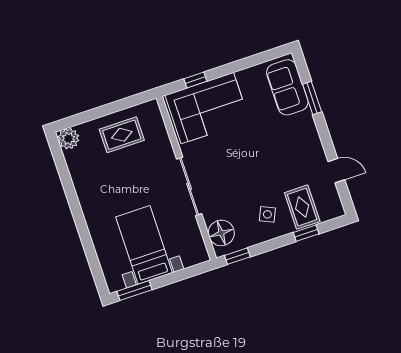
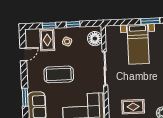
coffee table: (266, 154) -> (59, 74), added
door: (336, 171) -> (23, 54), swing flipped
window: (237, 256) -> (73, 24), moved

